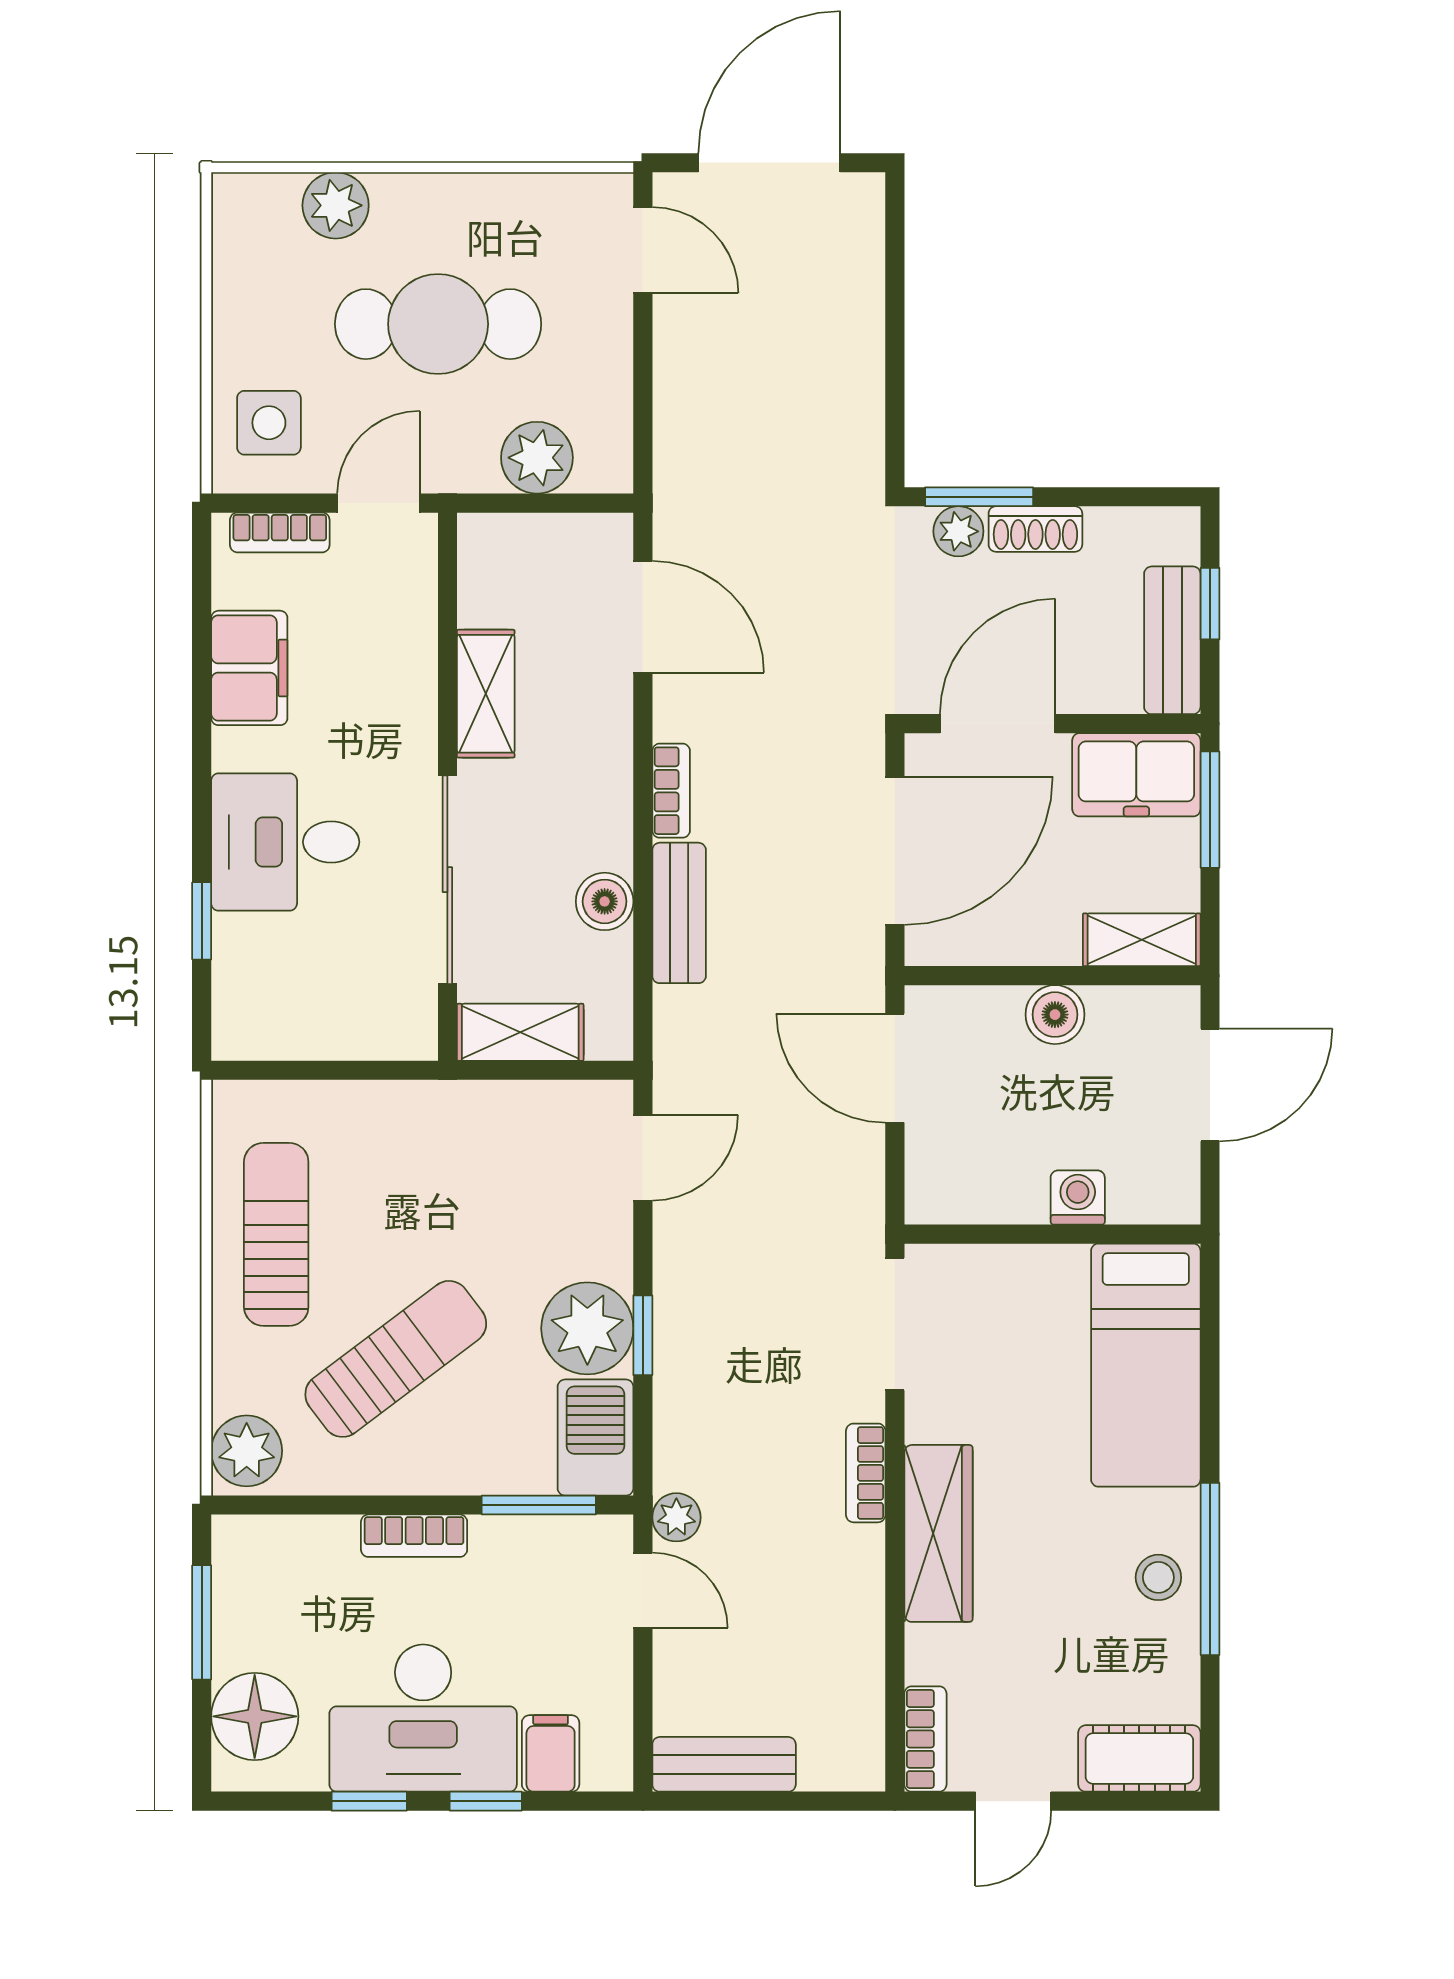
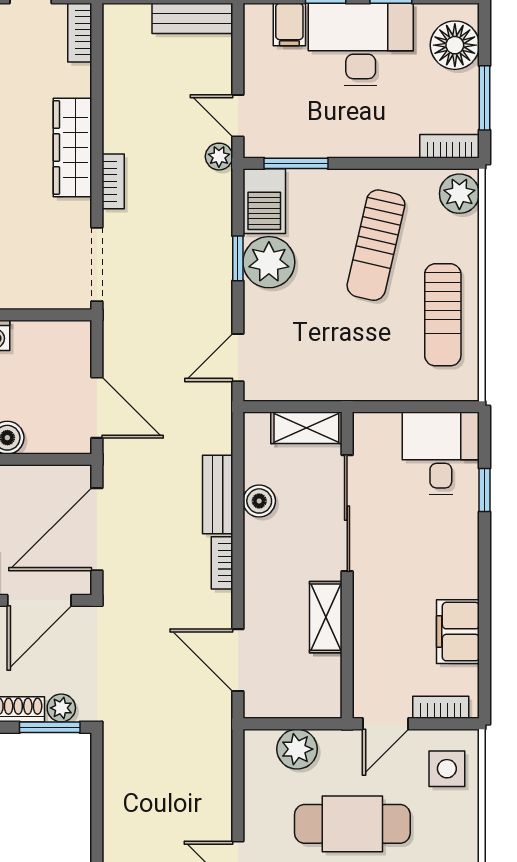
desk: (285, 842) -> (441, 453), moved, turned -90
sun lounger: (396, 1359) -> (376, 245), turned -40
bookcase: (414, 1536) -> (450, 146), moved

